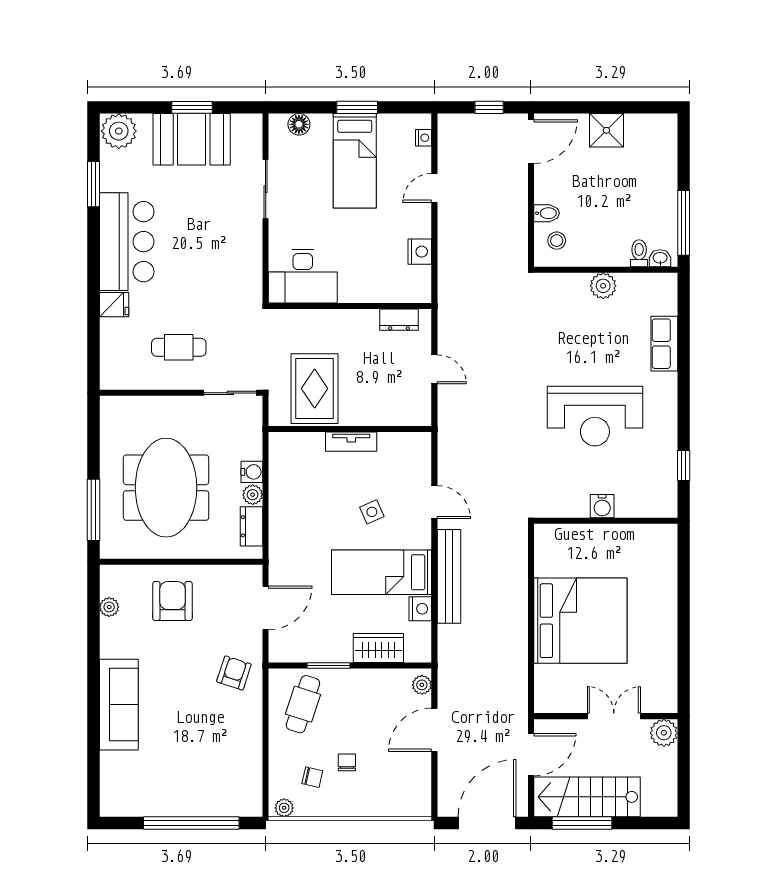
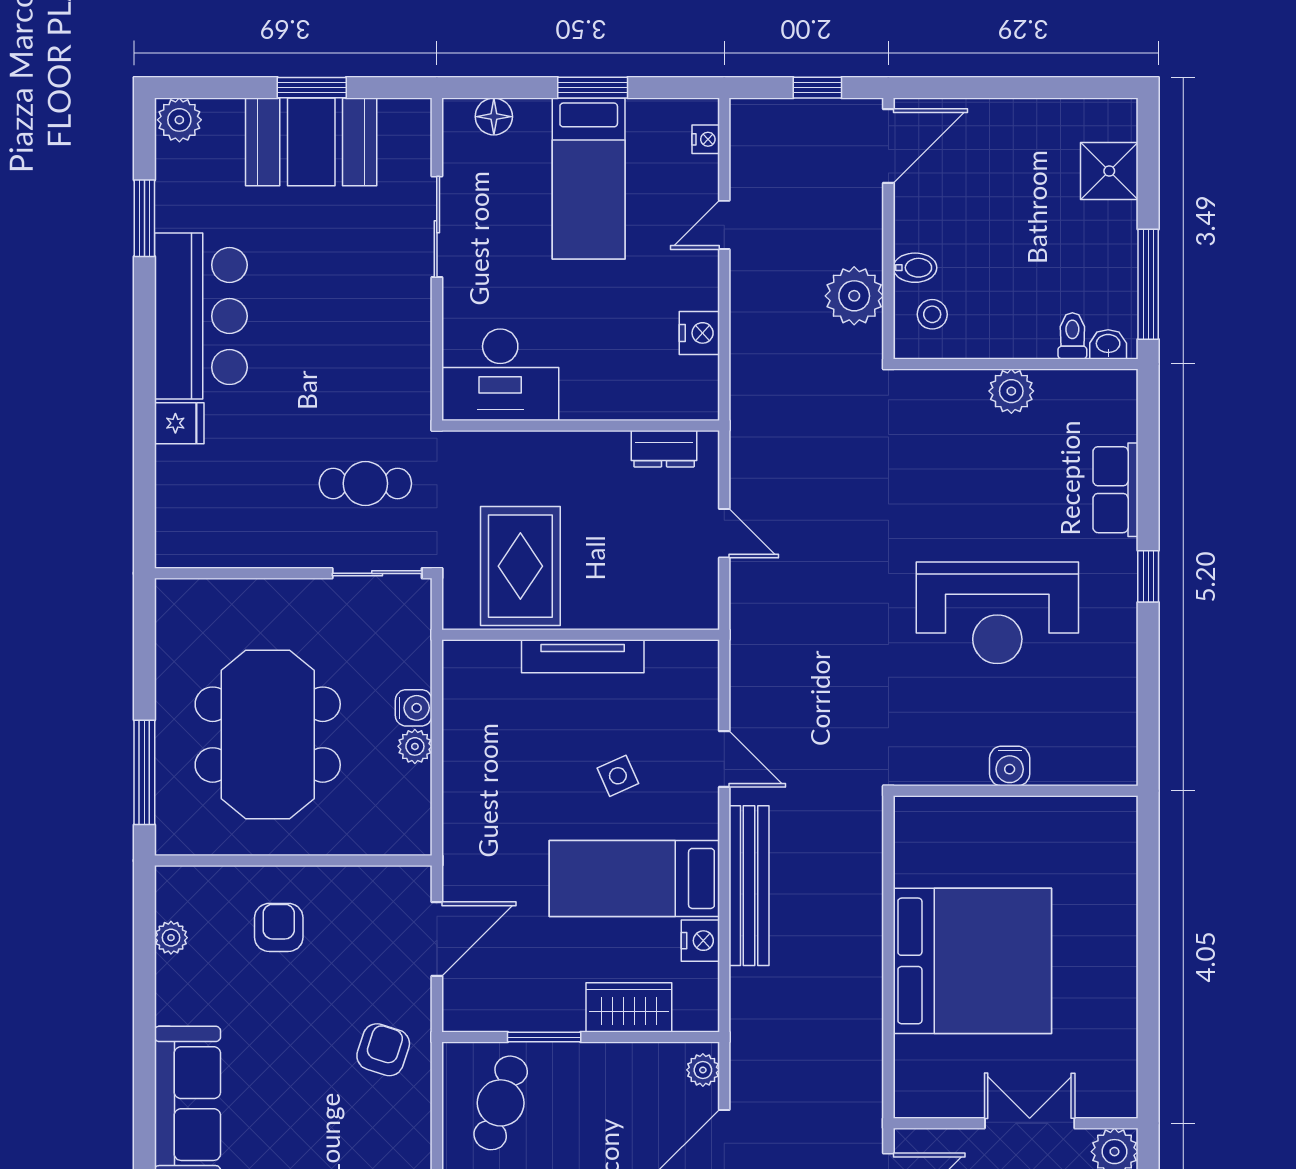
shower: (606, 130) -> (1109, 171), moved
plant: (119, 131) -> (179, 120), width x0.73, depth x0.73
plant: (511, 230) -> (854, 296), added
cafe table: (179, 347) -> (365, 483), moved
tv unit: (351, 442) -> (583, 656), width x1.41
window: (684, 465) -> (1148, 576), moved
dresser: (252, 526) -> (413, 800), removed
armchair: (173, 601) -> (279, 927), width x0.72, depth x0.72

